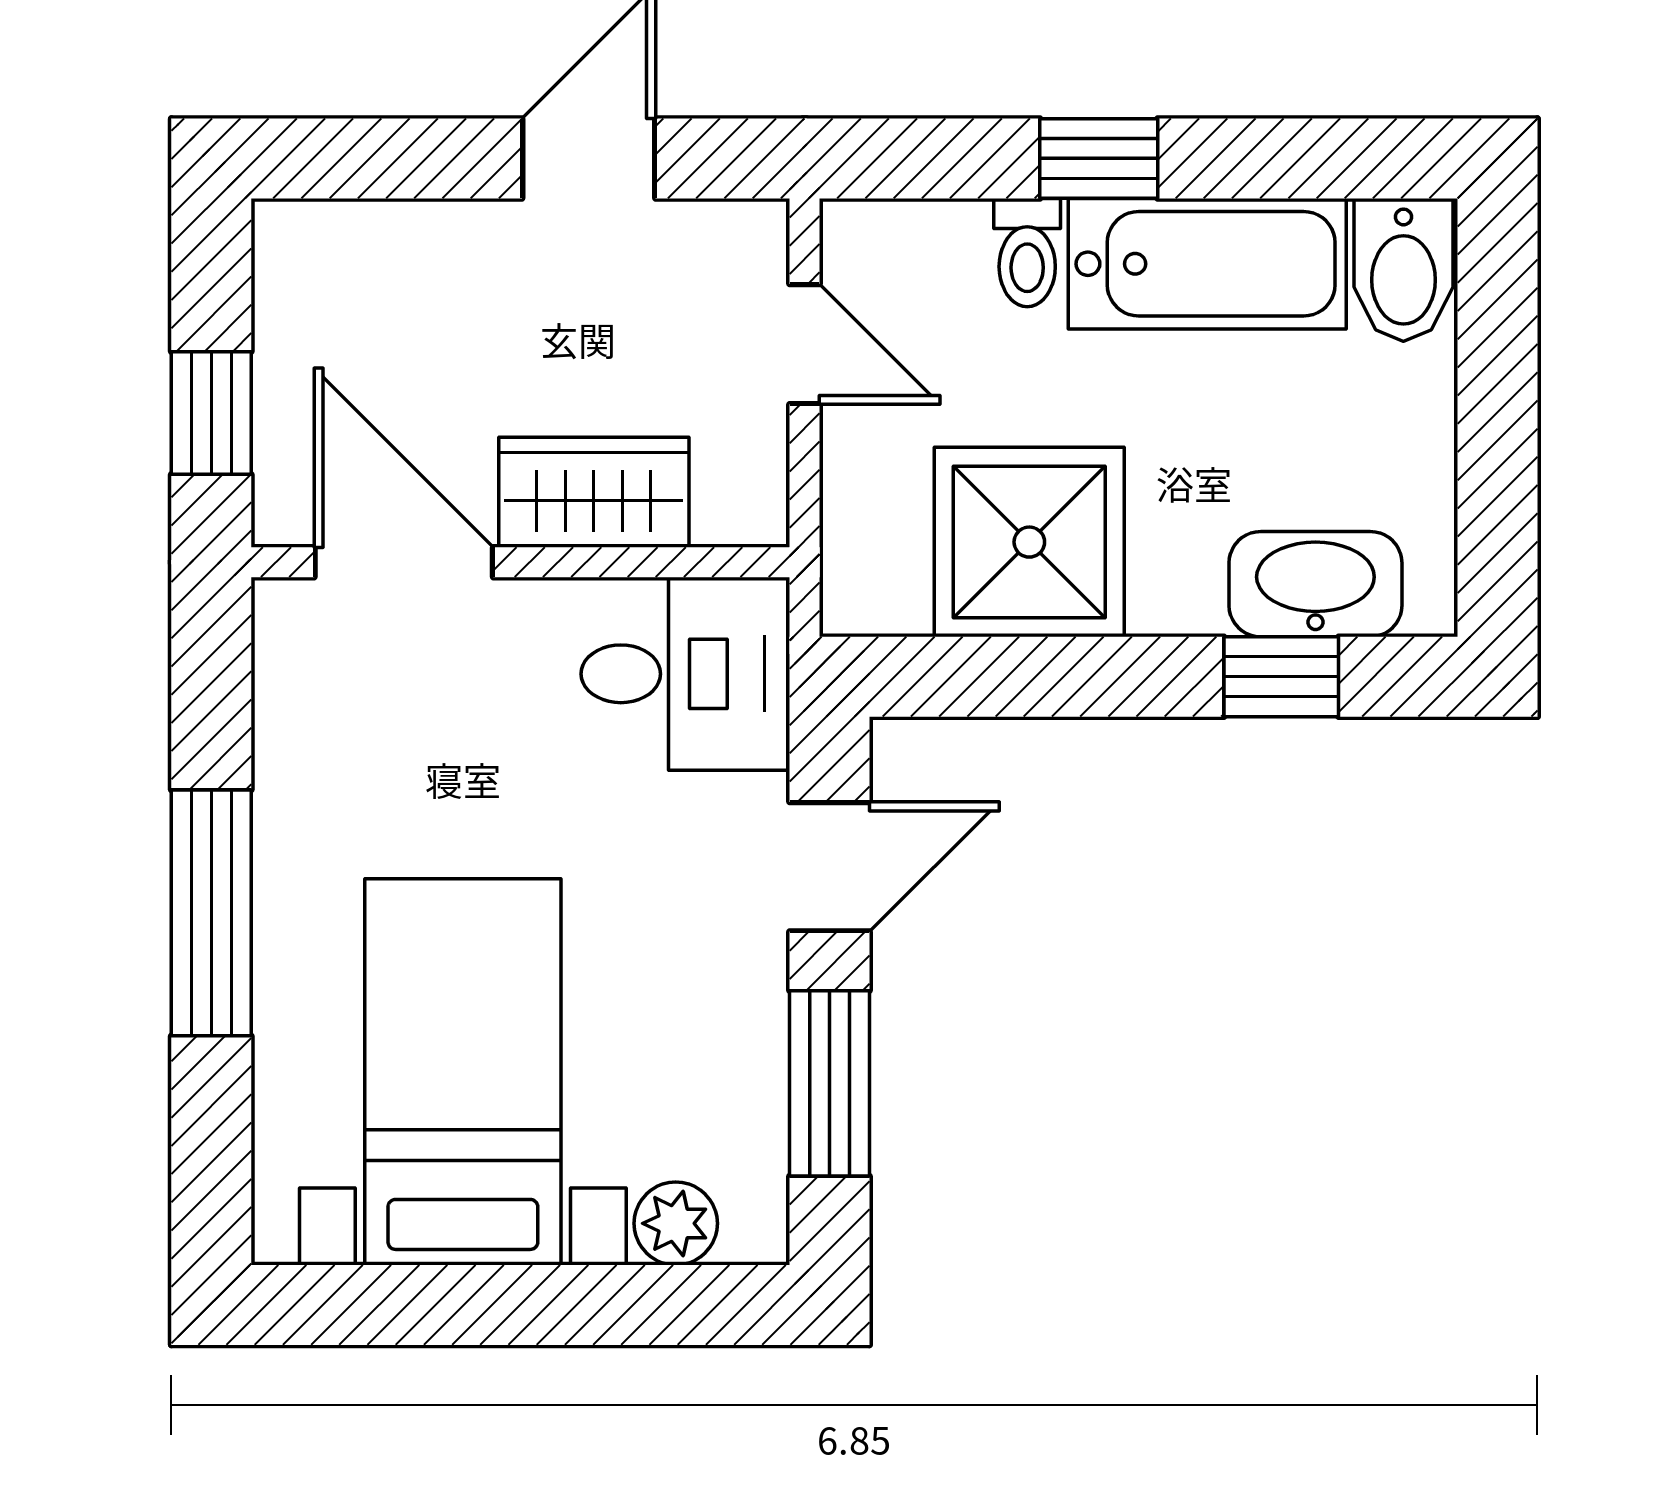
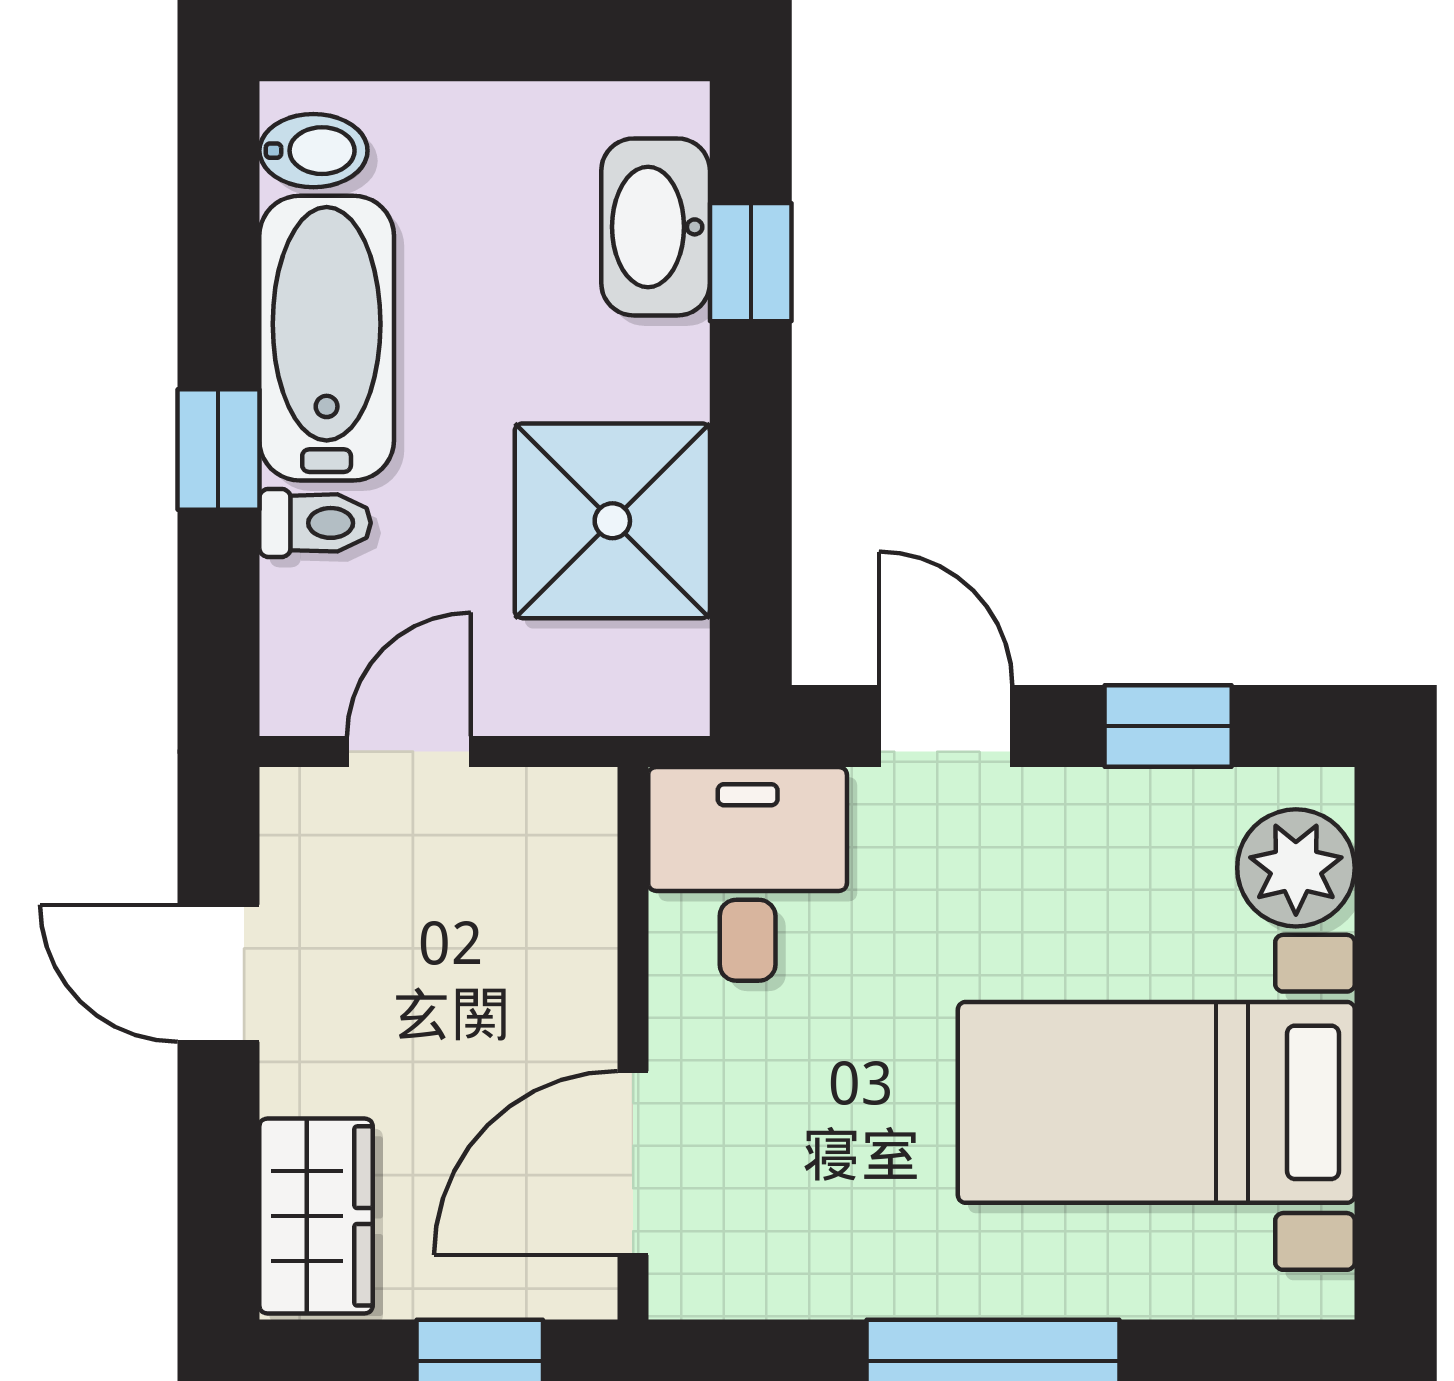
bidet: (1403, 270) -> (313, 151), width x0.72, depth x0.74
wardrobe: (594, 492) -> (316, 1216), moved, turned 180
window: (829, 1083) -> (1168, 726), width x0.67
plant: (676, 1223) -> (1296, 868), width x1.38, depth x1.38

